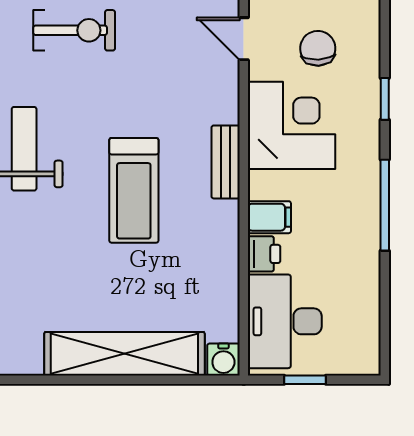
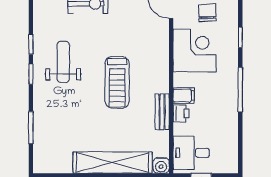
bench: (226, 162) -> (162, 112), moved
desk: (285, 321) -> (191, 153), width x0.73

